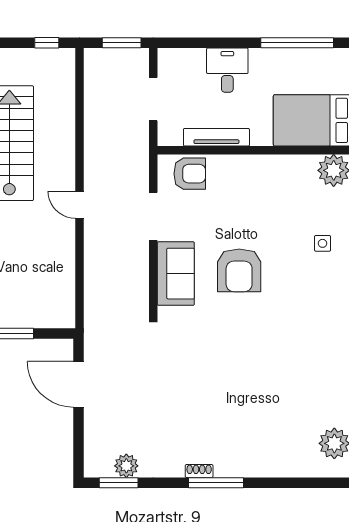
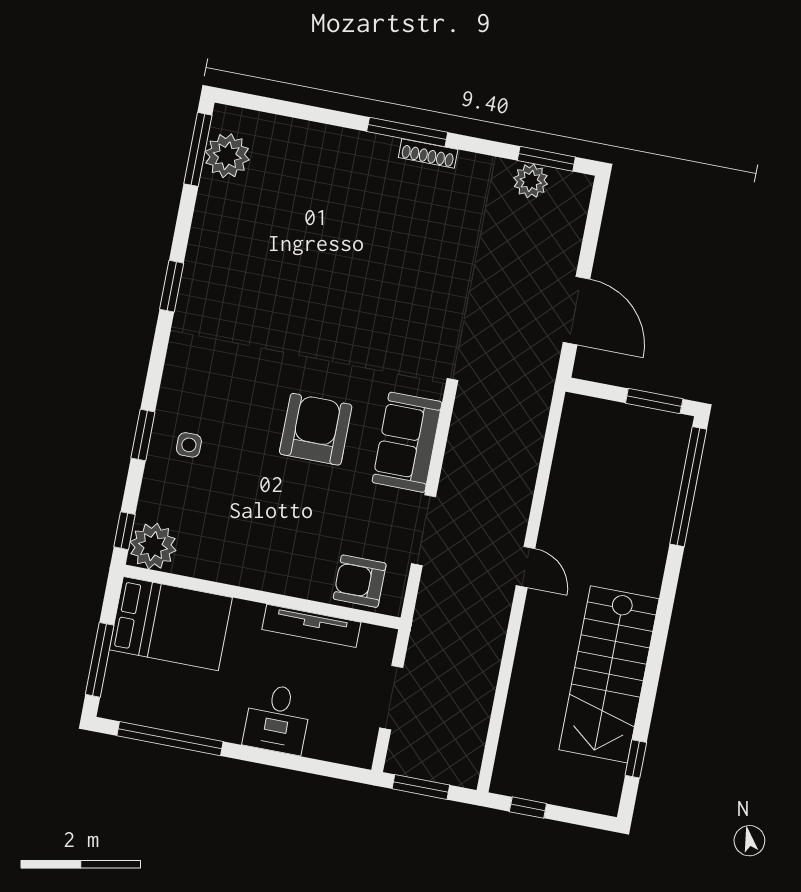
shoe rack: (199, 471) -> (428, 153), width x1.43

